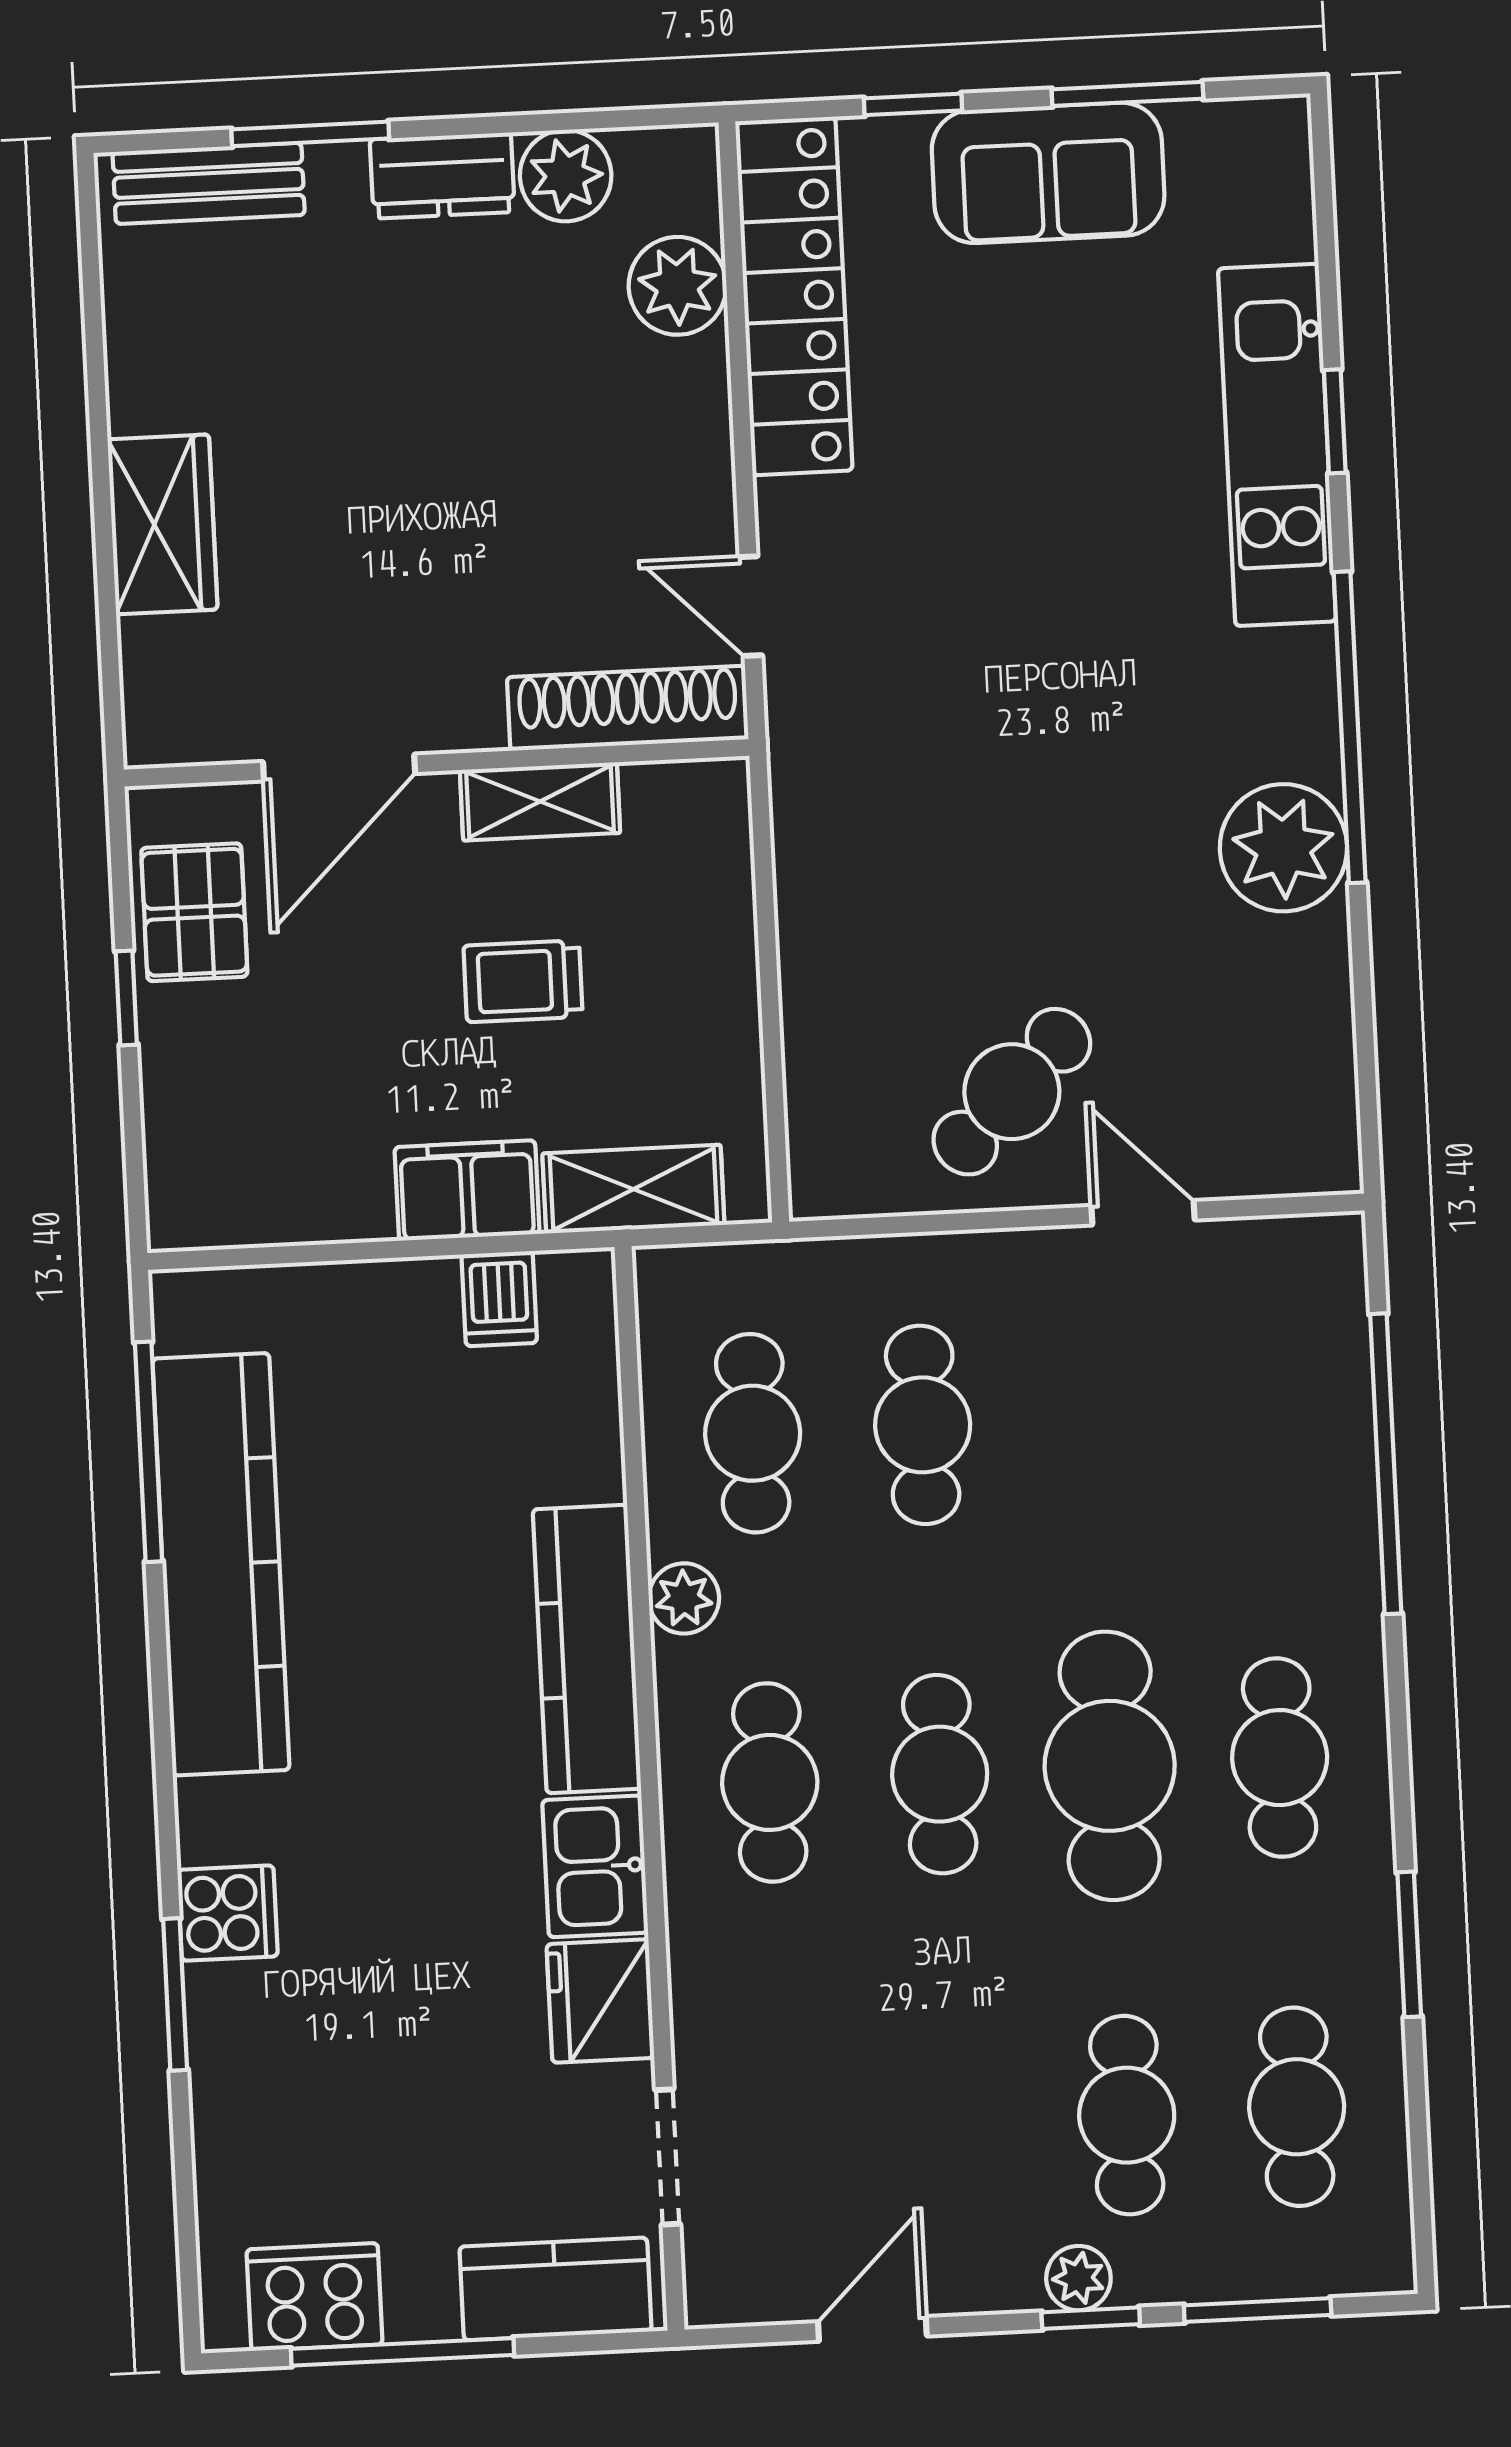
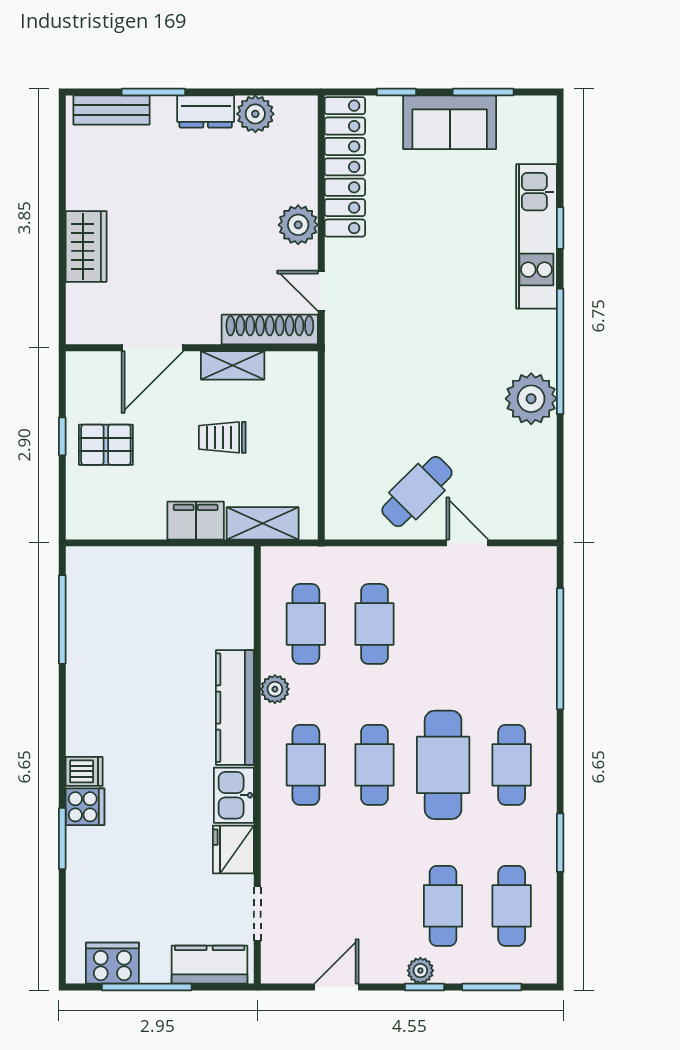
plant: (678, 286) -> (298, 225), moved
pallet: (194, 912) -> (106, 445), moved, turned 90
dishwasher: (499, 1299) -> (84, 771), moved, turned -90
kitchen counter: (221, 1564) -> (89, 666), removed

